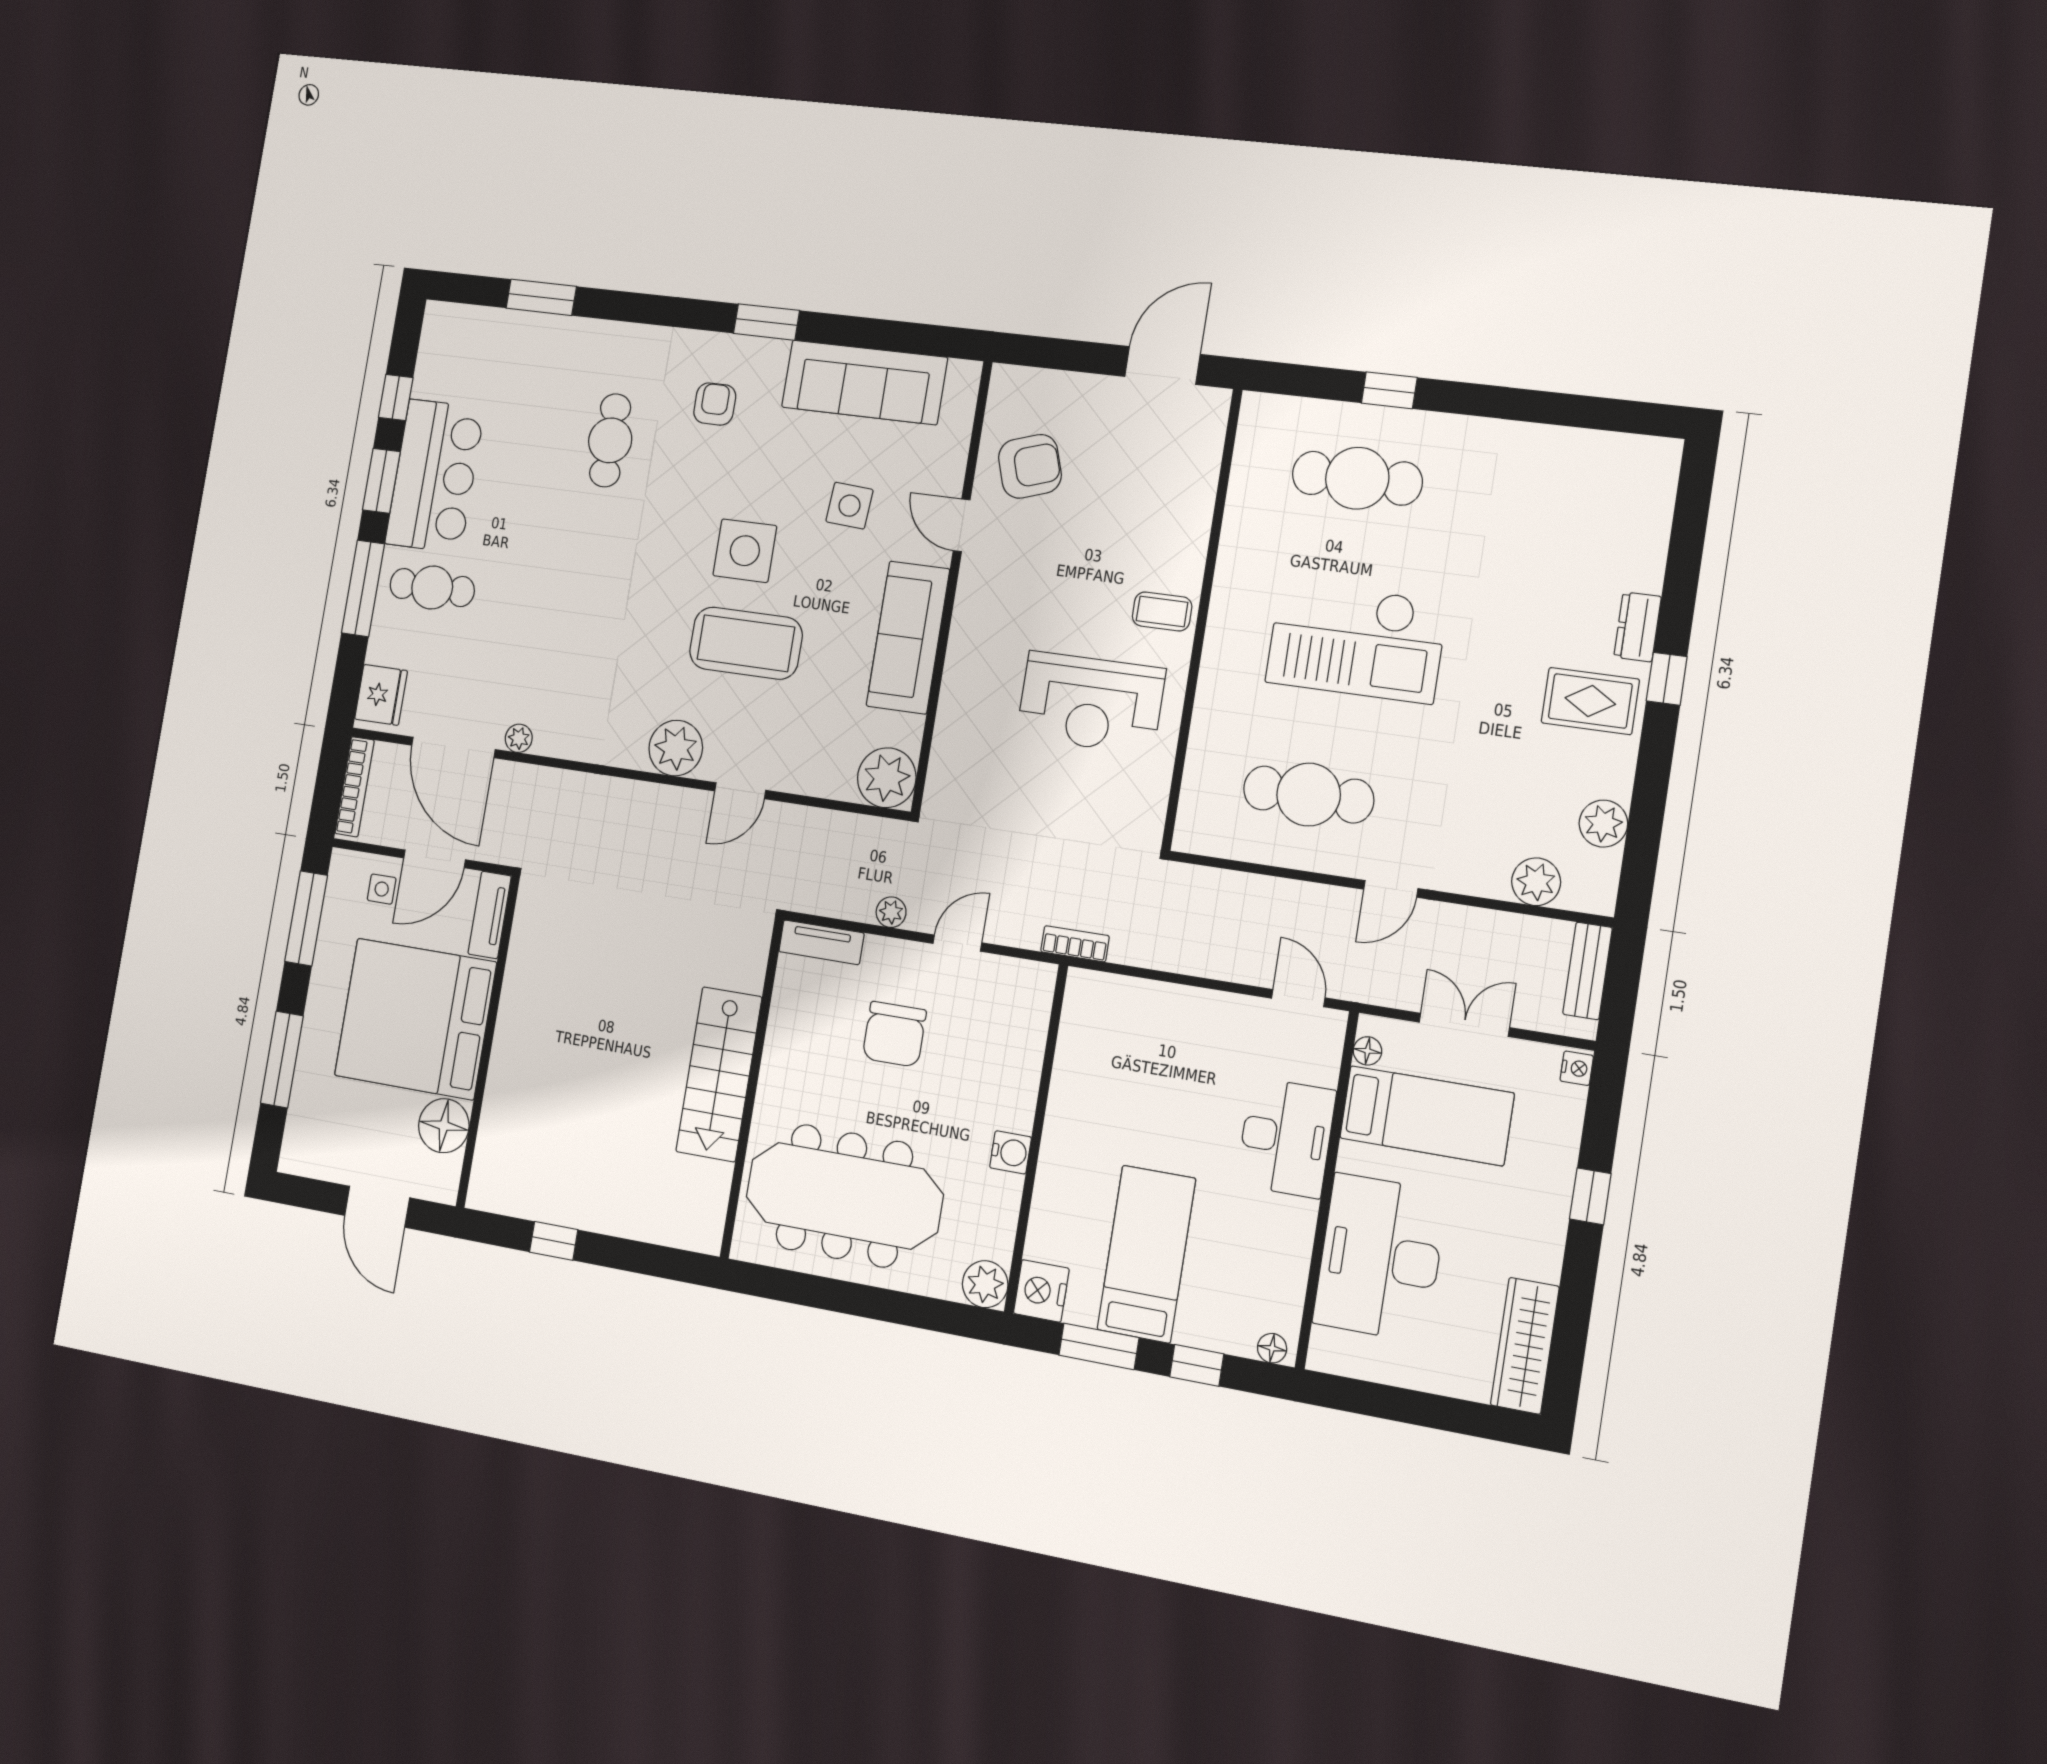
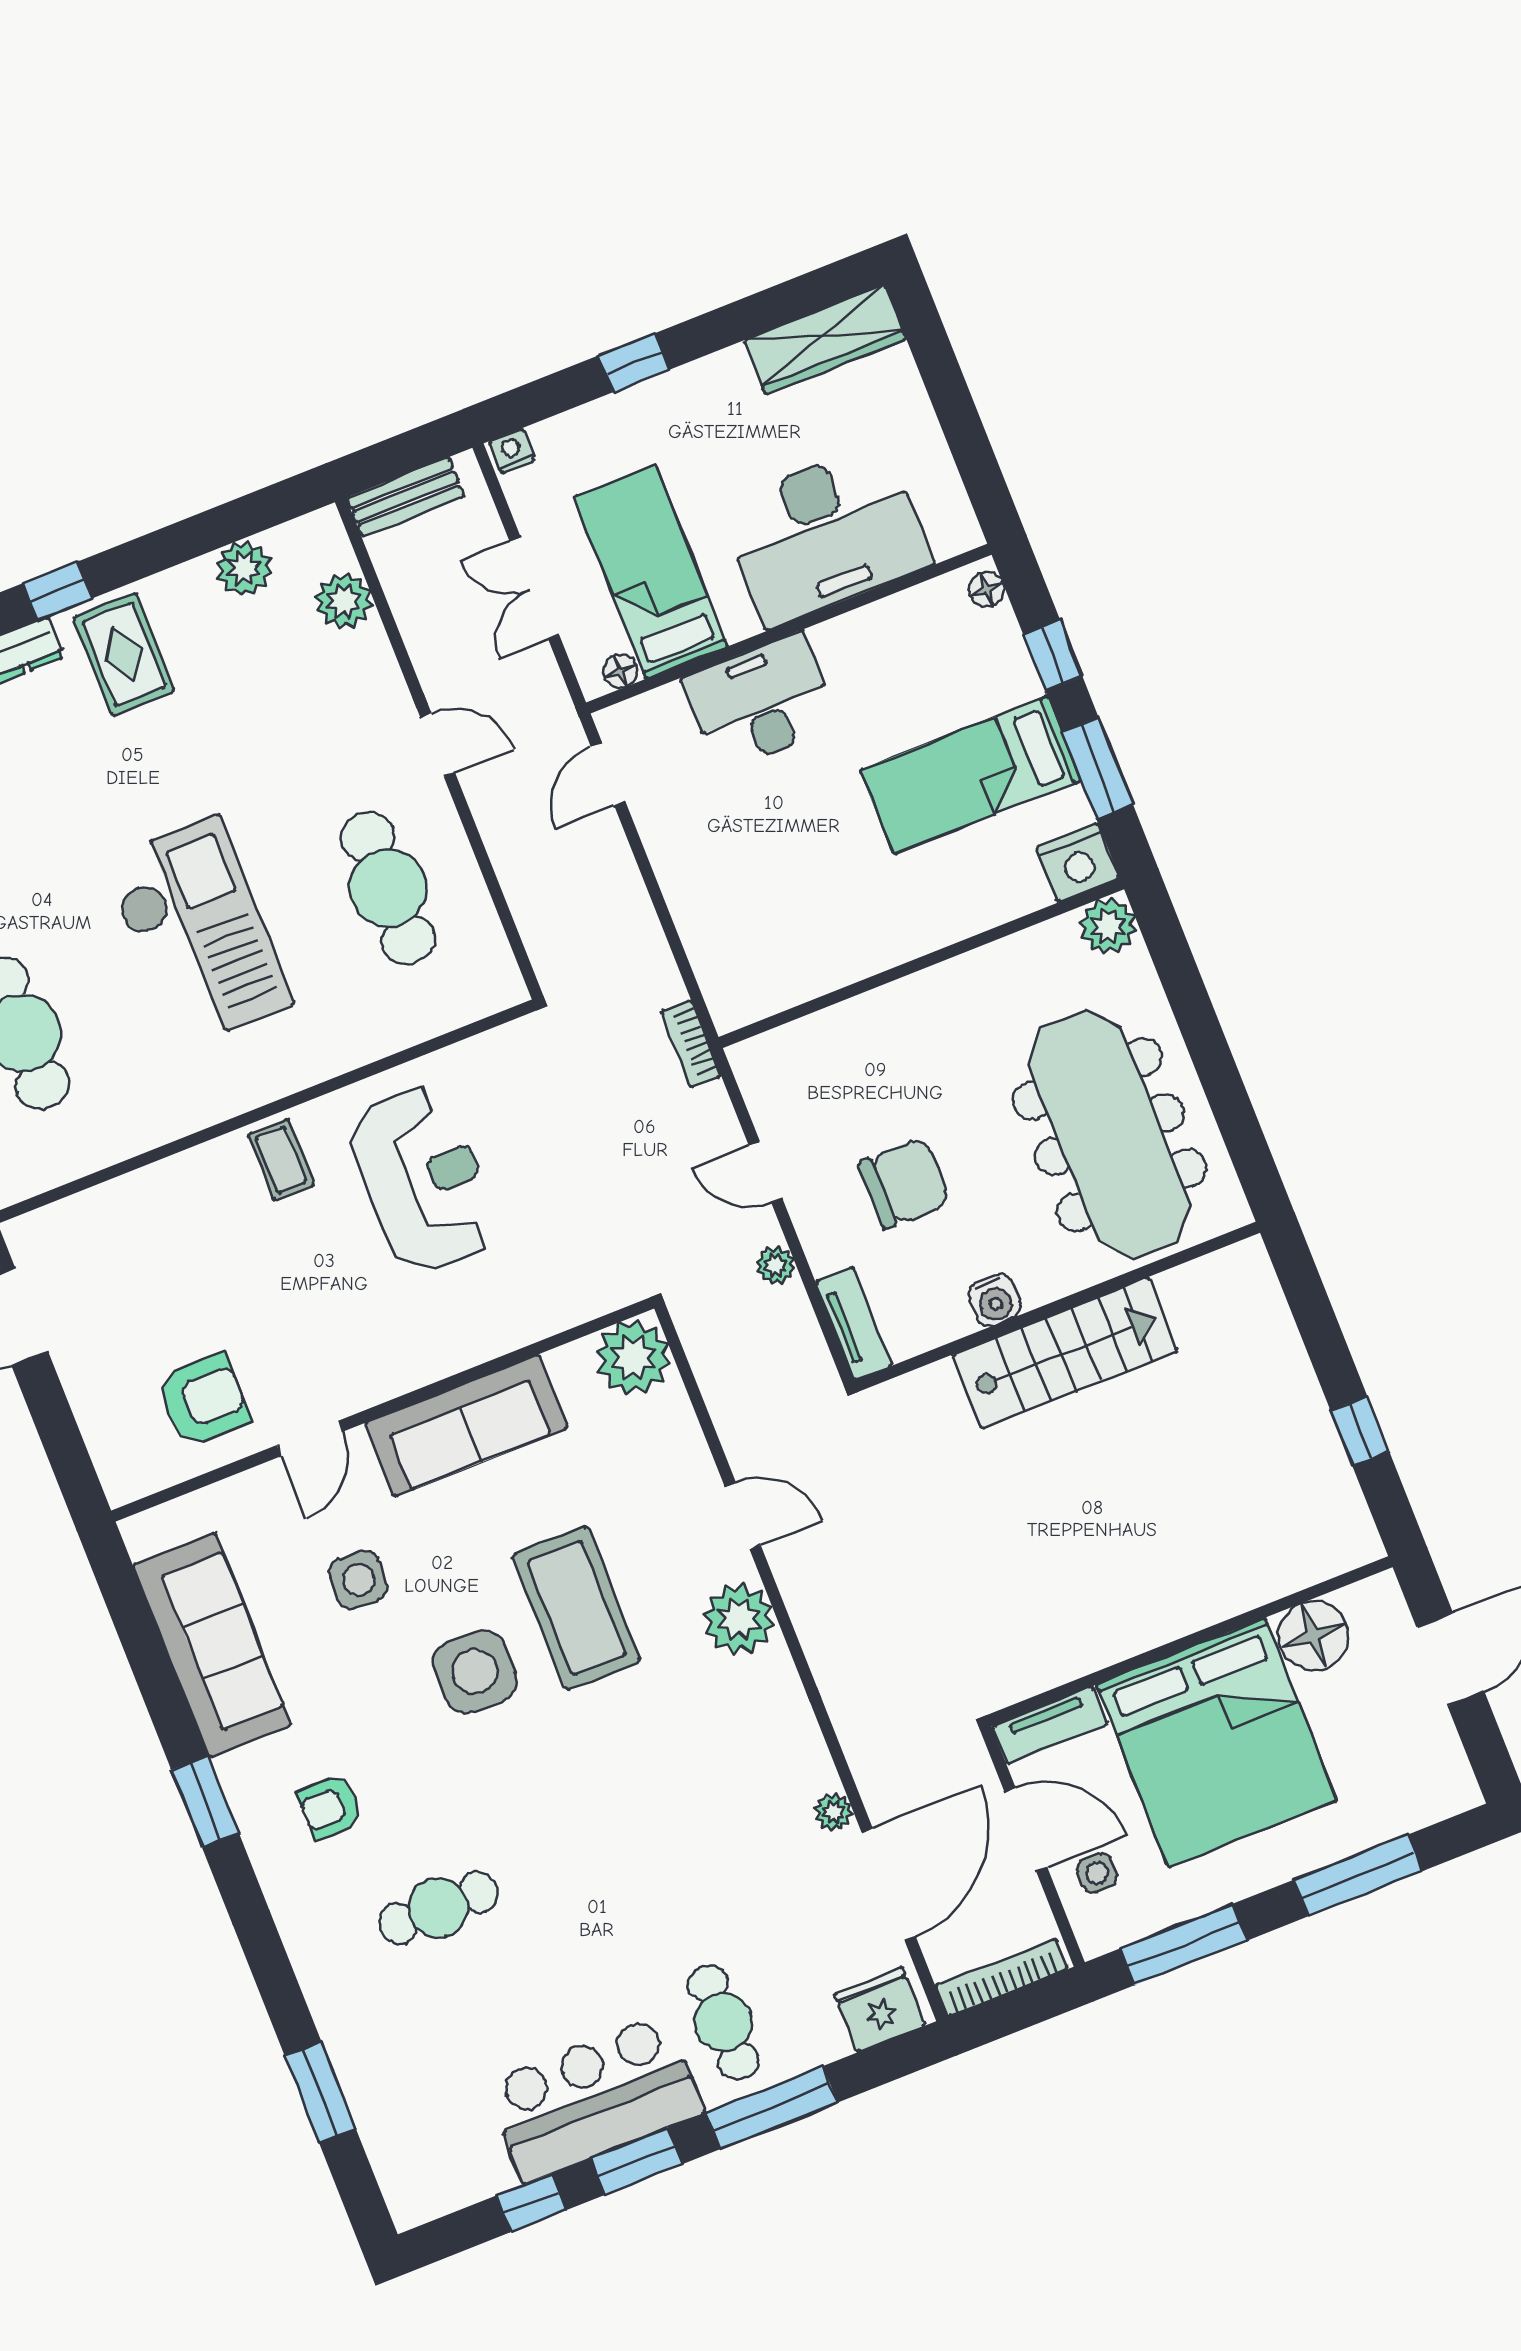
armchair: (1030, 466) -> (203, 1400), turned 108
water cooler: (1010, 1152) -> (995, 1300), moved, turned 180

